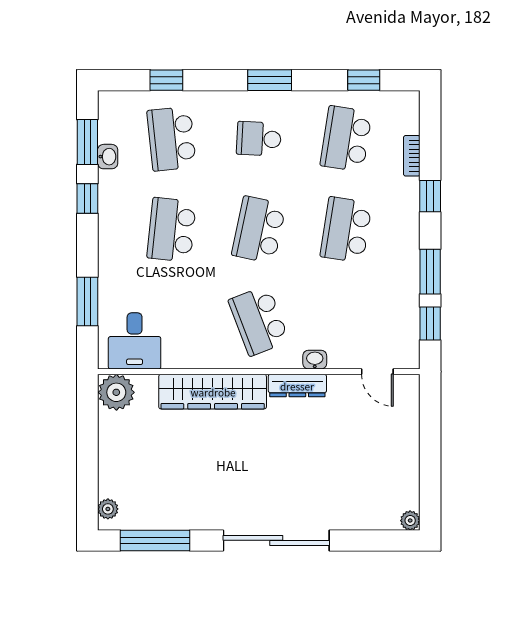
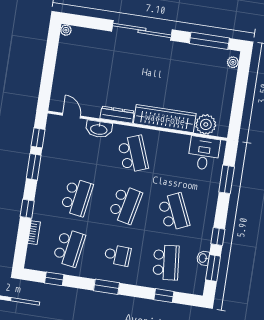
school desk: (172, 230) -> (174, 212), turned -30
washbasin: (315, 360) -> (99, 129), width x1.91, depth x1.45
plant: (116, 392) -> (206, 124), moved

